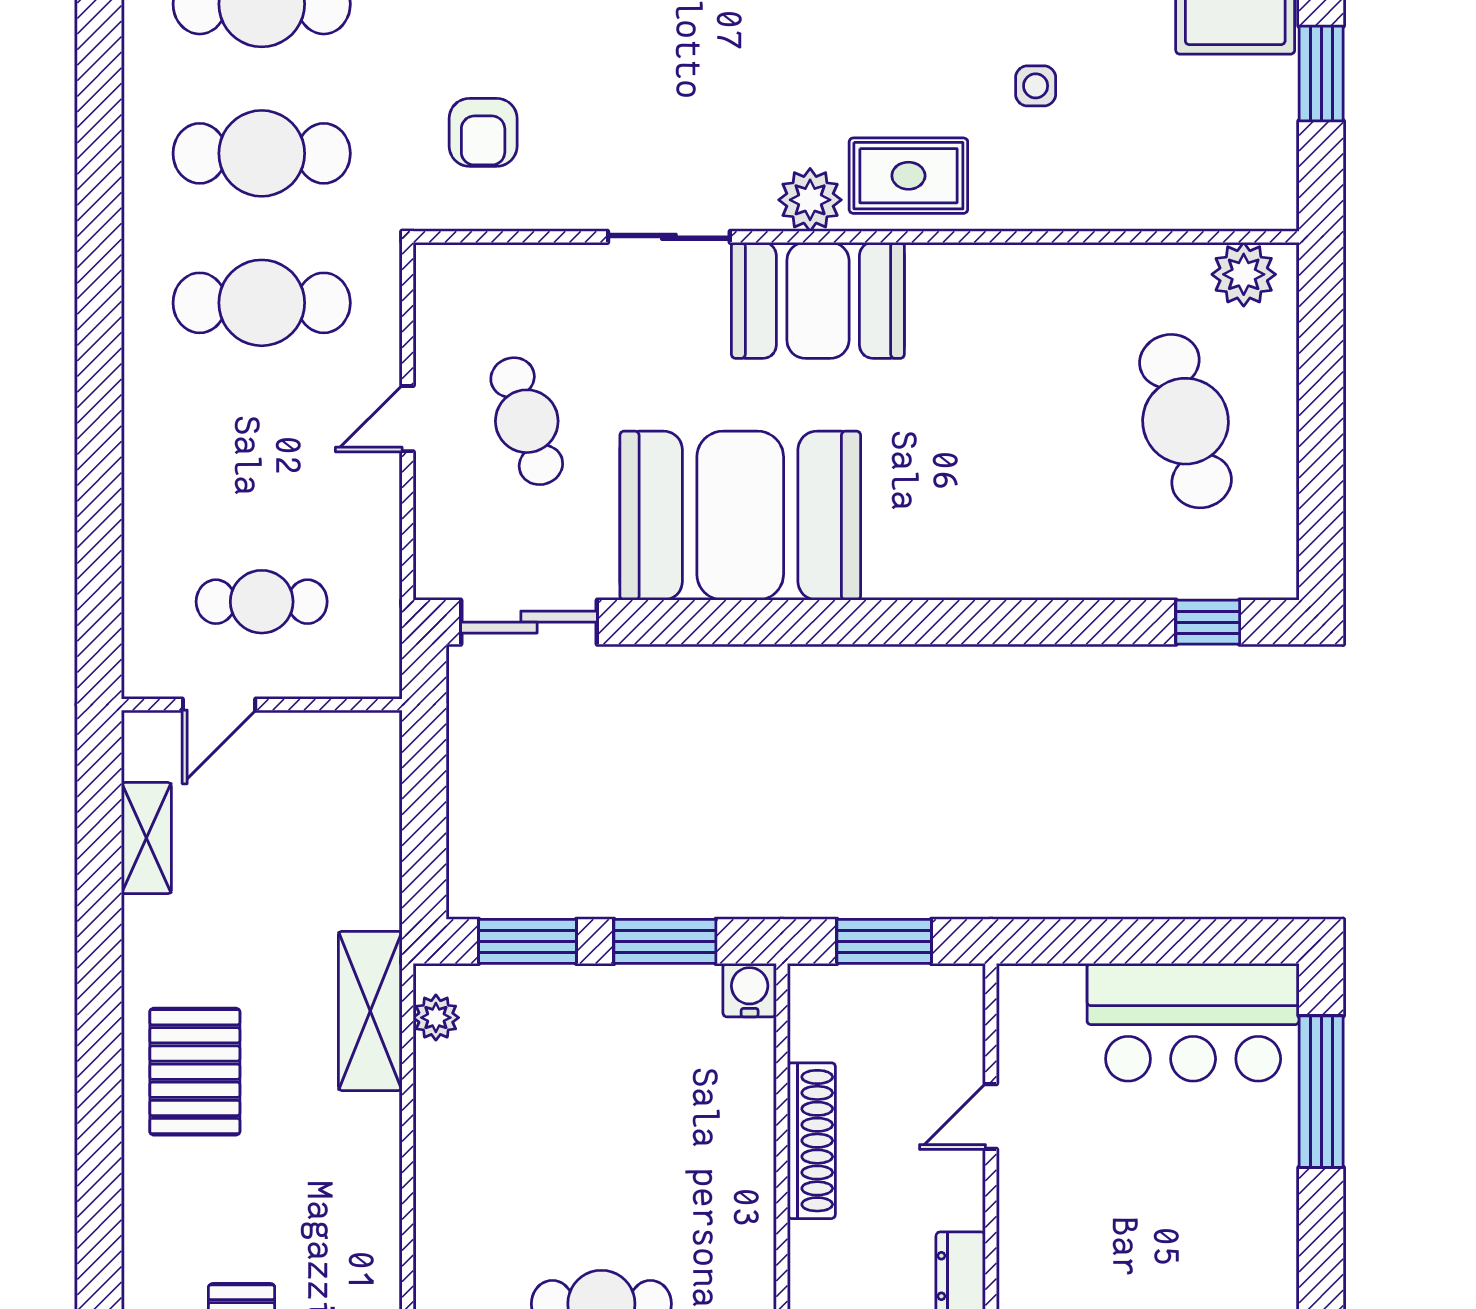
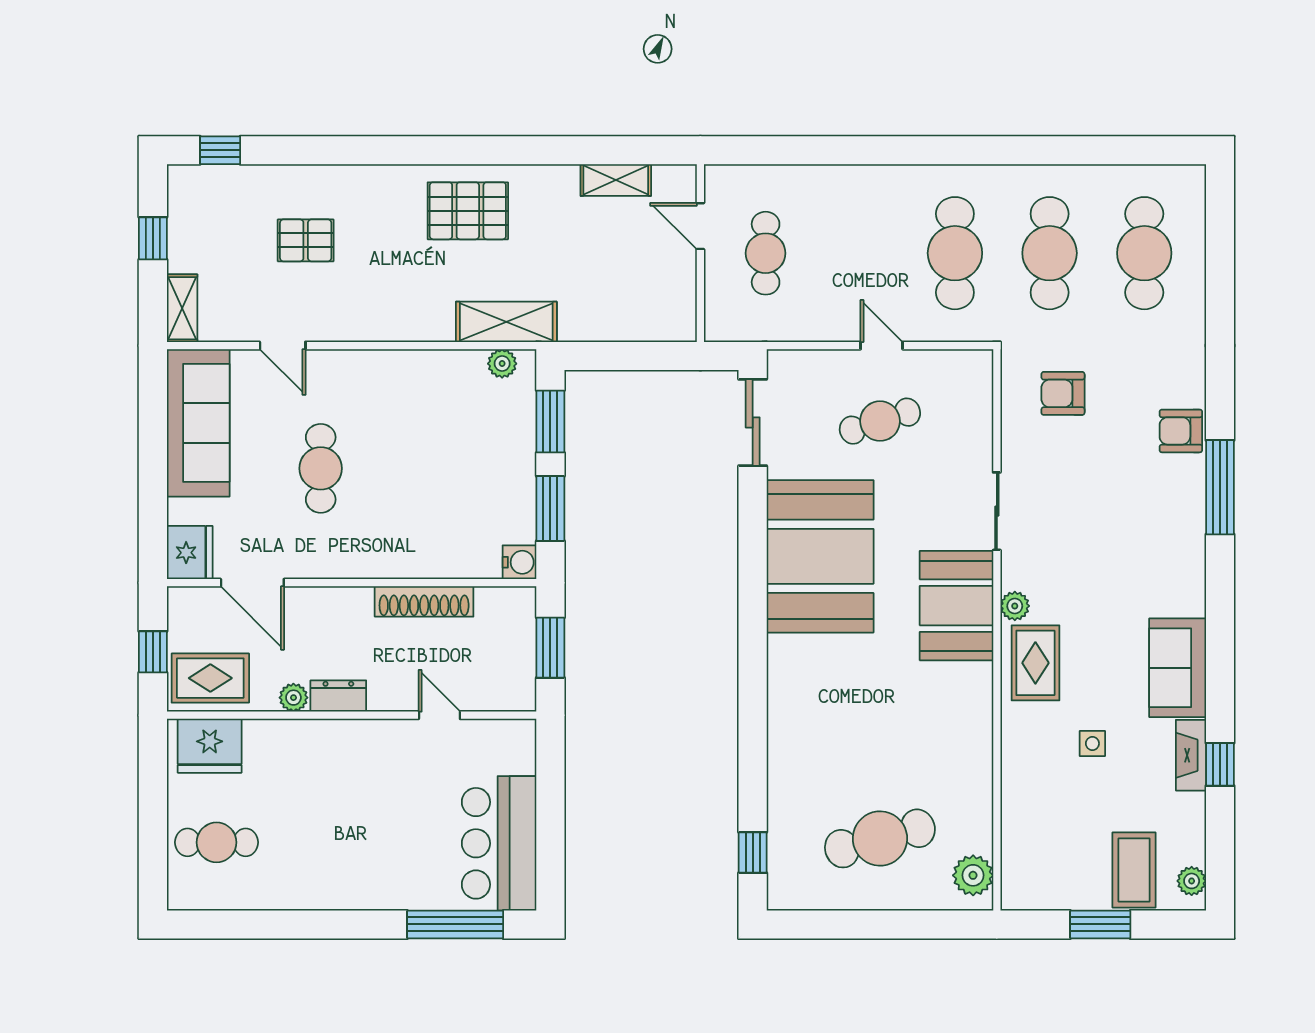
plant: (810, 200) -> (1015, 606), width x0.73, depth x0.73

